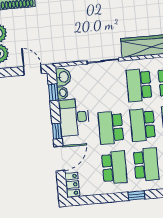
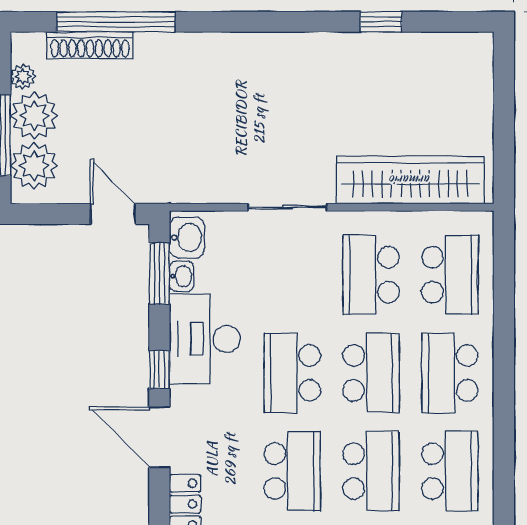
window: (53, 92) -> (159, 274), width x1.50
school desk: (143, 125) -> (371, 373), turned 180
door: (59, 158) -> (159, 437), swing flipped

